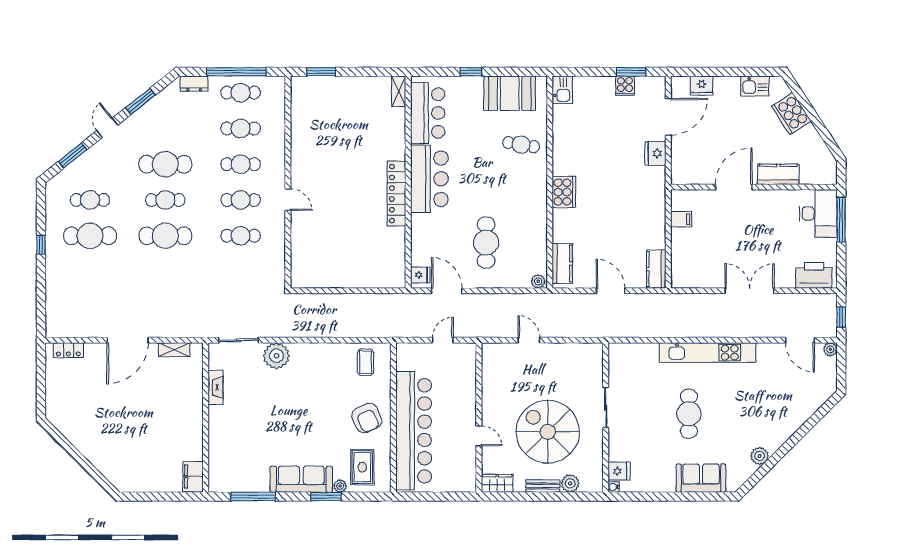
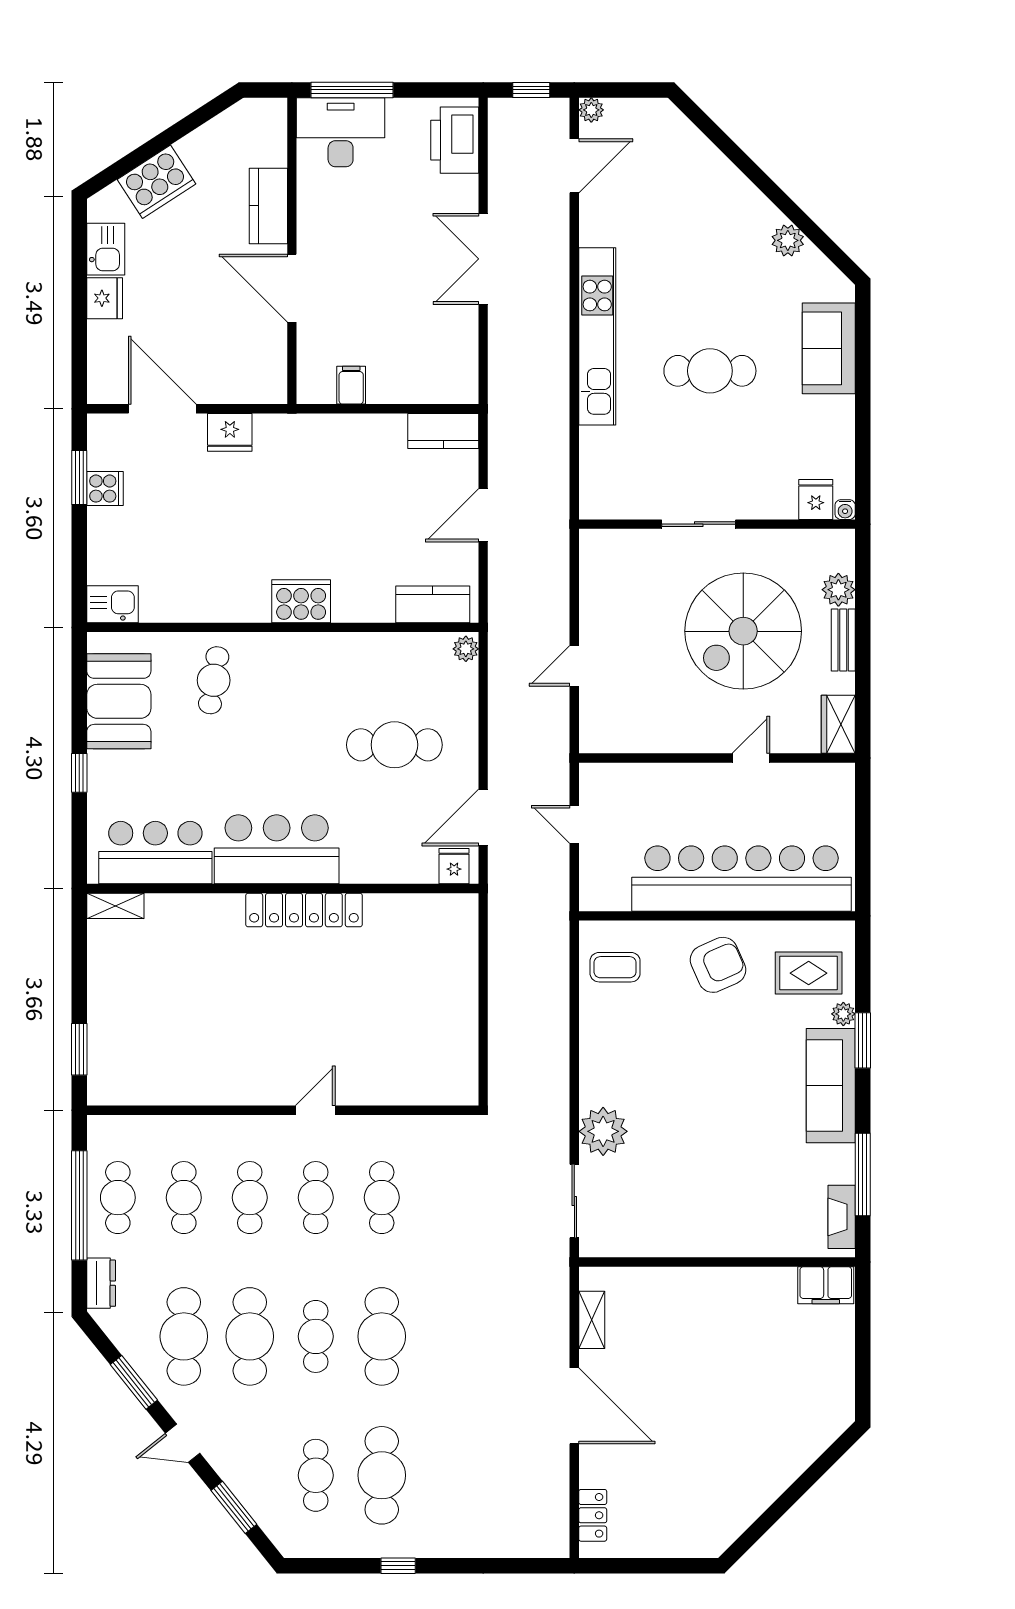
fridge: (702, 86) -> (105, 298), moved
cafe table: (165, 128) -> (184, 1336), added
fireplace: (215, 387) -> (842, 1217), moved, turned -90

